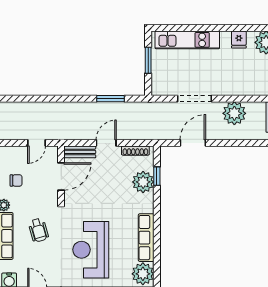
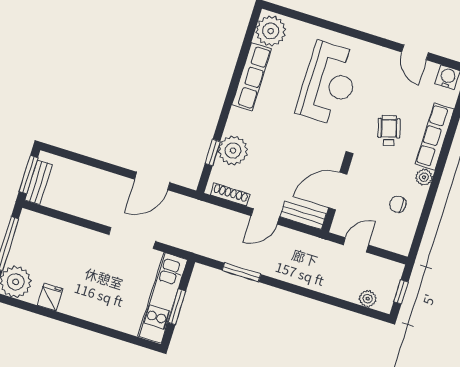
kitchen unit: (187, 40) -> (163, 298), moved, turned -90
plant: (234, 113) -> (368, 299), moved, width x0.53, depth x0.53

